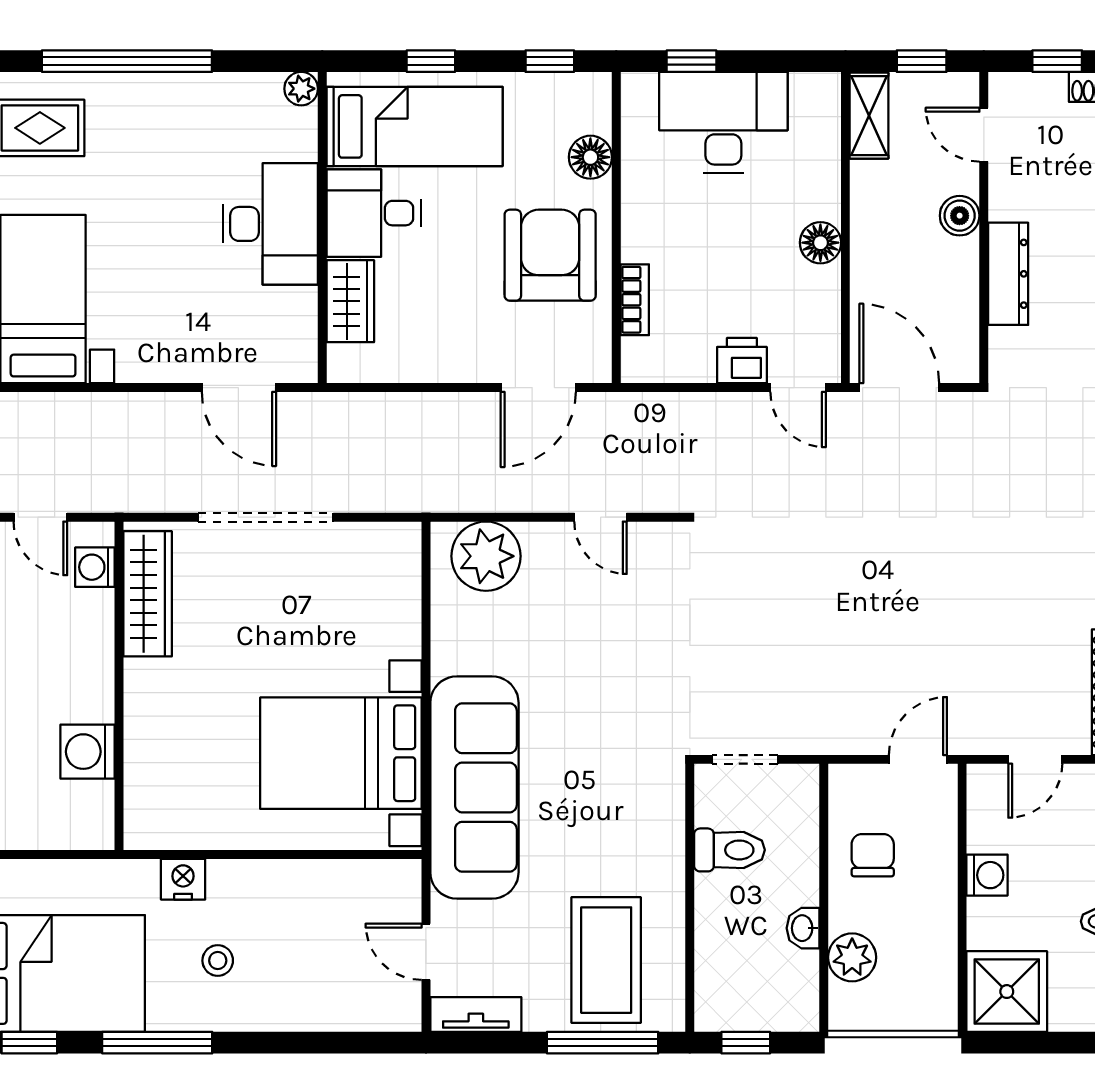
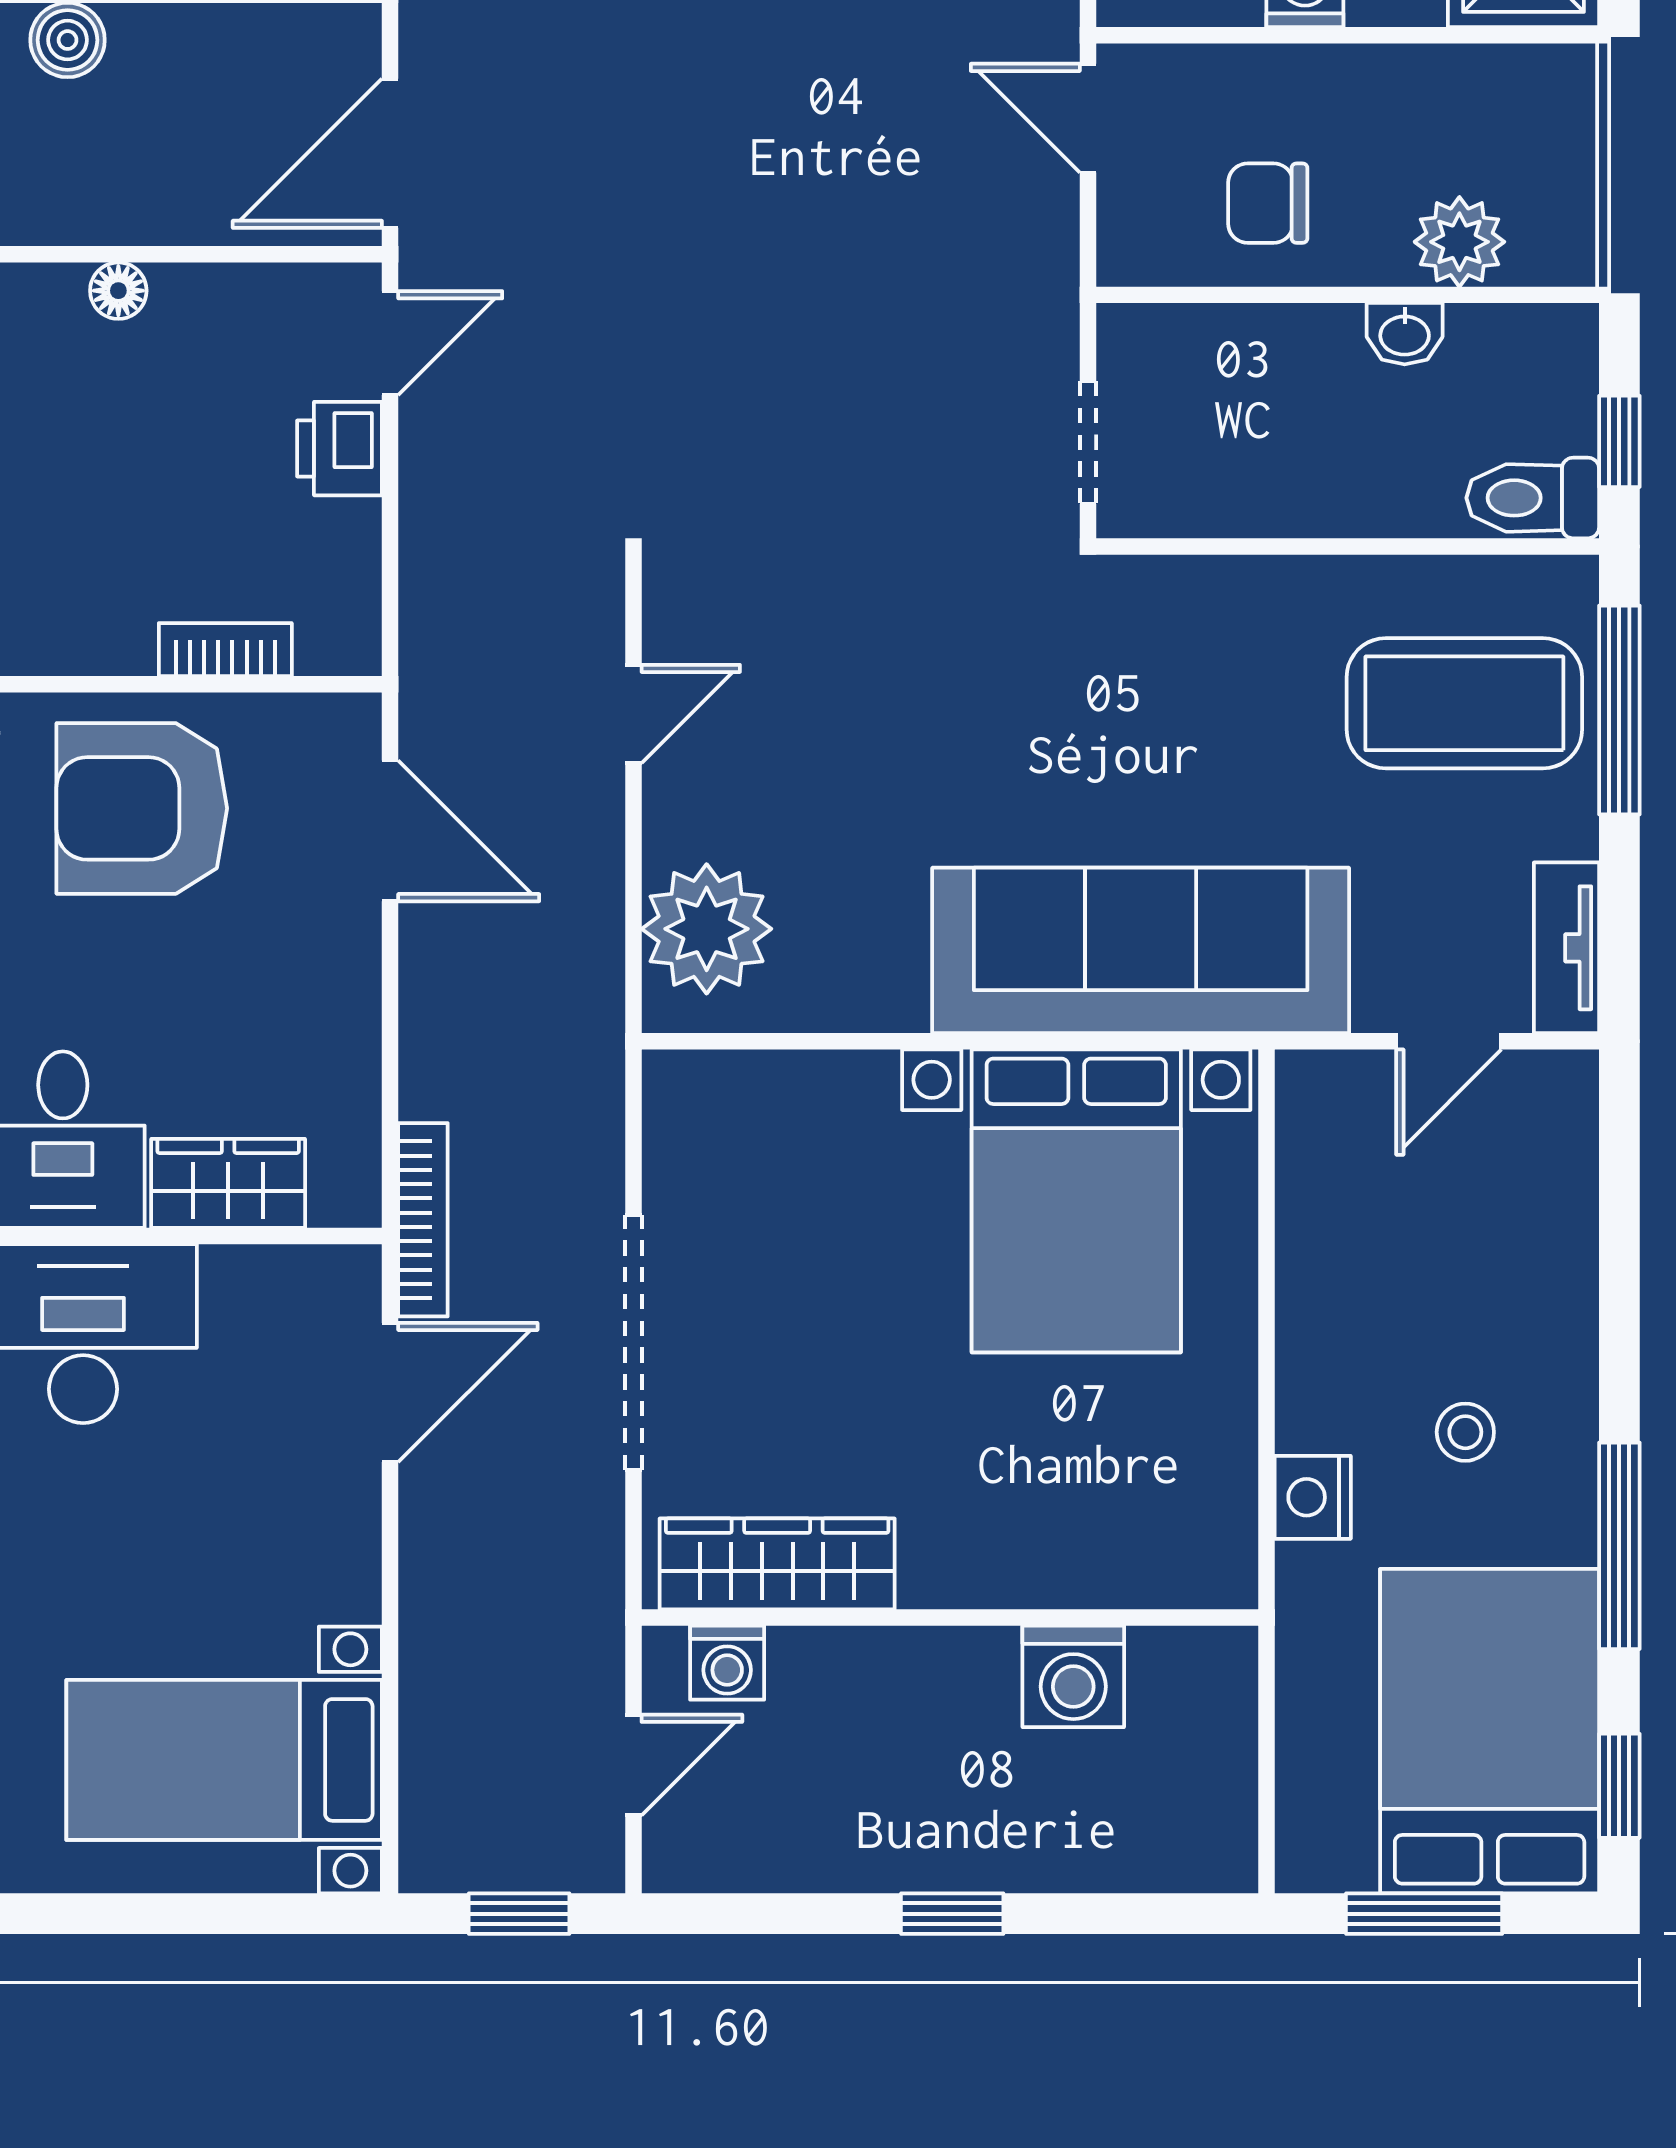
floor lamp: (820, 243) -> (118, 291), width x0.73, depth x0.73
bookcase: (331, 405) -> (423, 1220), added
toilet: (729, 850) -> (1533, 498), moved, turned -90

